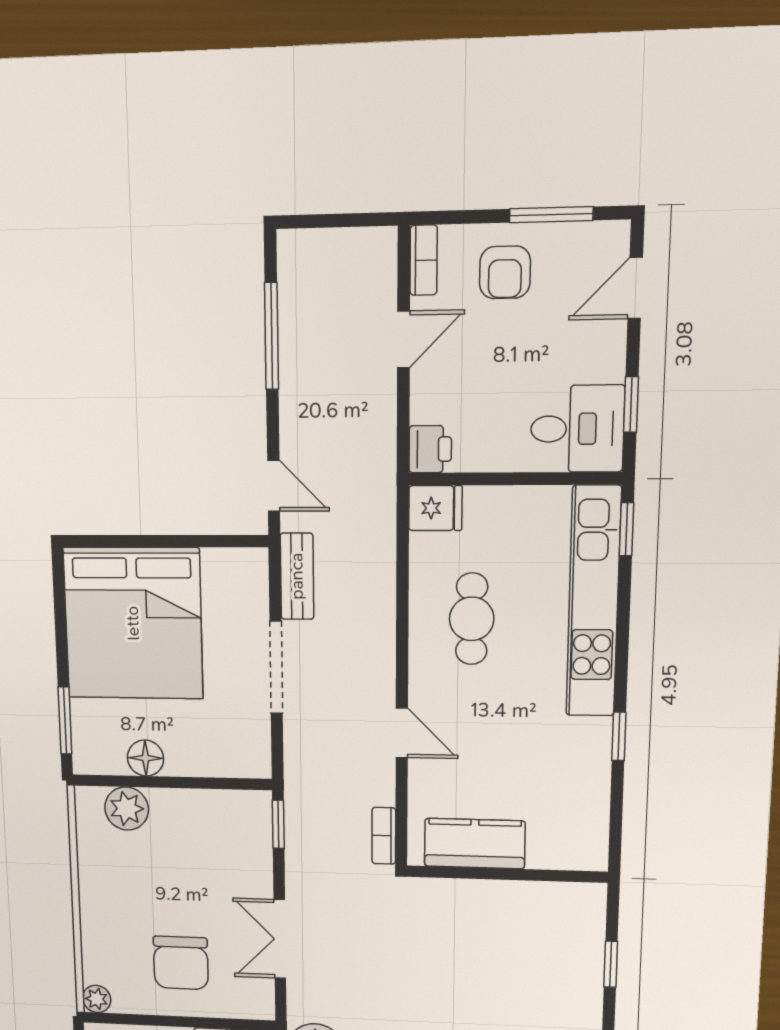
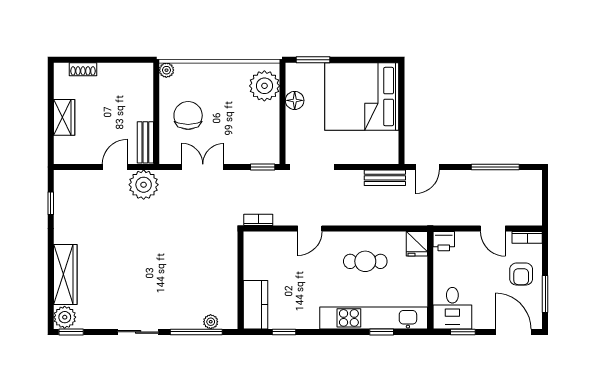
armchair: (505, 272) -> (521, 274), turned -90
door: (635, 288) -> (513, 332), width x1.38
window: (626, 529) -> (382, 332), moved
doorway: (276, 667) -> (312, 167), moved
window: (619, 736) -> (284, 332), moved
plant: (127, 809) -> (264, 86), width x1.36, depth x1.36
kitchen counter: (475, 844) -> (255, 305), moved
plant: (591, 935) -> (211, 322), added
chair: (181, 963) -> (188, 115), turned 90
window: (611, 964) -> (196, 332), width x2.17

